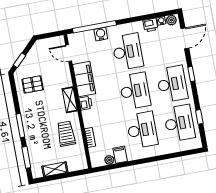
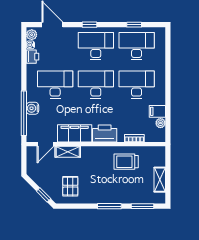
shelving: (70, 100) -> (68, 152), moved
printer: (86, 103) -> (105, 134), width x1.87, depth x1.48

